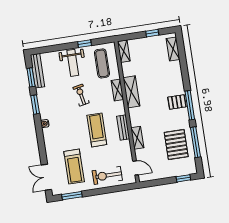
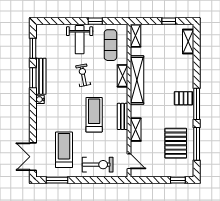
bench: (37, 71) -> (41, 76), moved
shelving: (131, 92) -> (137, 80), width x1.47
treadmill: (74, 167) -> (64, 150), turned 180
exercise bike: (107, 175) -> (98, 165), turned 180

